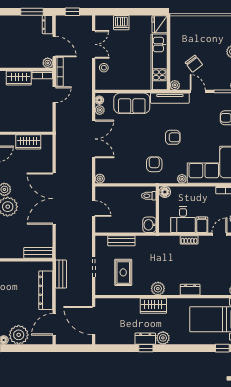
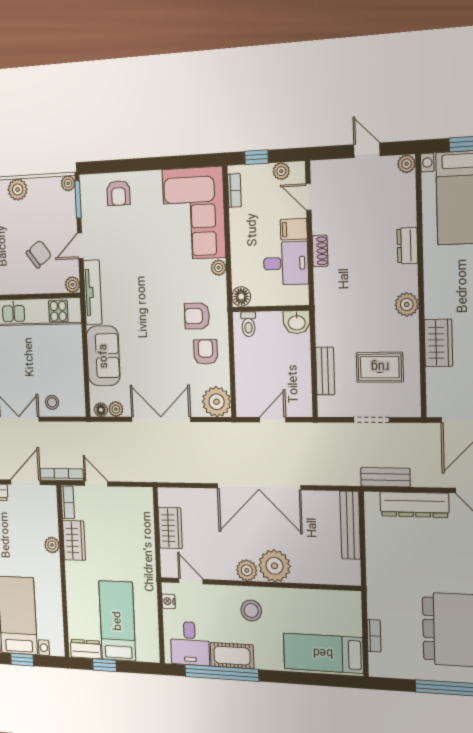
plant: (48, 63) -> (52, 545), moved
armchair: (173, 137) -> (206, 352), moved
plant: (100, 179) -> (217, 402), width x1.87, depth x1.87
bench: (38, 253) -> (350, 525), width x1.36
wardrobe: (153, 306) -> (438, 343), moved

